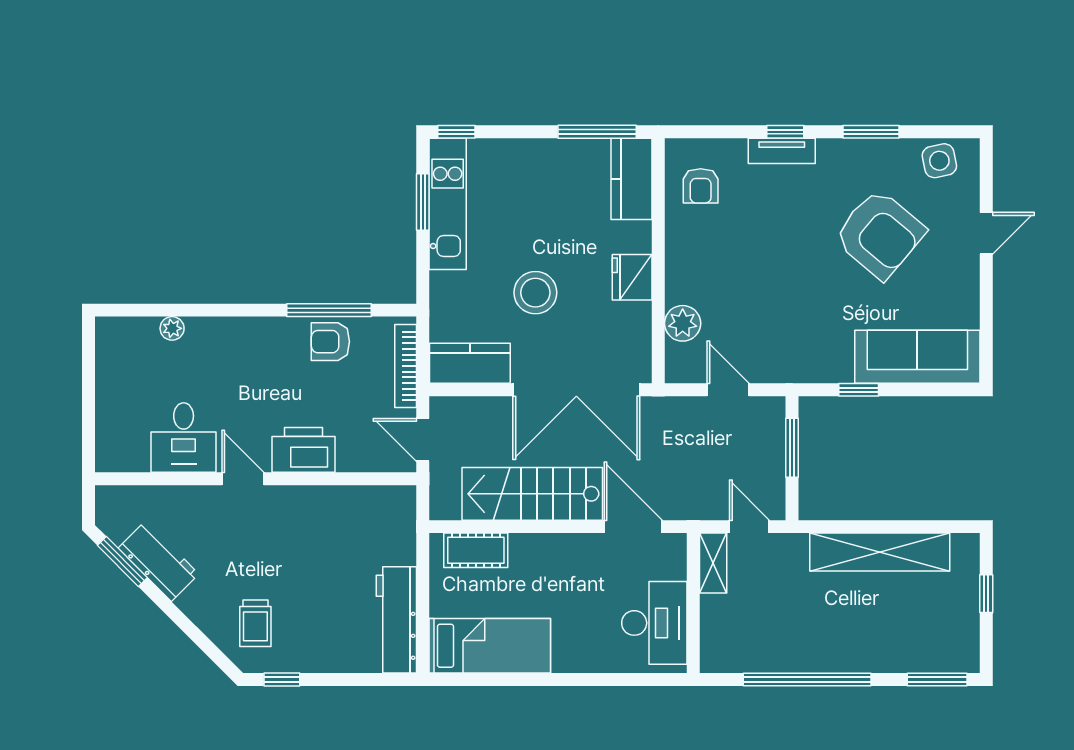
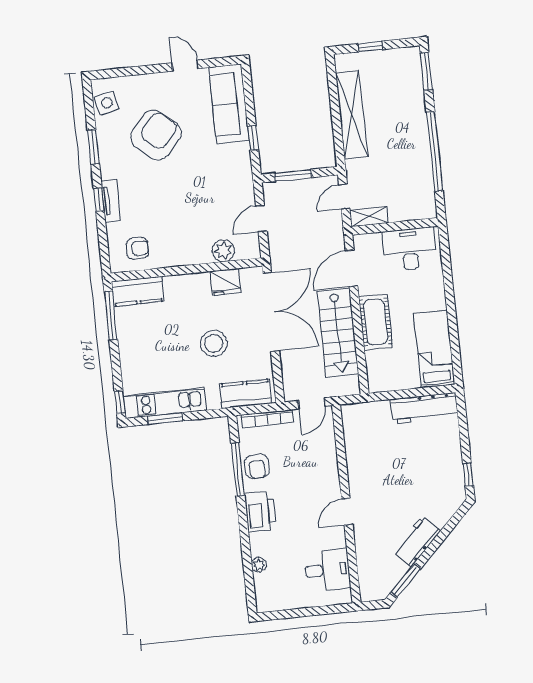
door: (986, 233) -> (185, 66), moved
fridge: (632, 277) -> (225, 282), moved
kitchen counter: (470, 363) -> (246, 394), moved, turned 90
desk: (184, 438) -> (327, 570), moved
printer: (304, 450) -> (260, 512), moved, turned 180
cot: (476, 550) -> (376, 322), moved, width x1.37, depth x1.34
workbench: (158, 561) -> (417, 542), moved
trolley: (255, 623) -> (435, 495), removed

